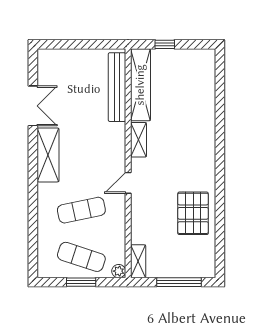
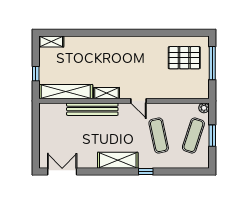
bench: (117, 87) -> (92, 109), moved
double door: (33, 106) -> (62, 171), moved
window: (33, 193) -> (146, 171), added
pallet: (193, 213) -> (184, 58), moved
shelving: (138, 261) -> (51, 42), moved

